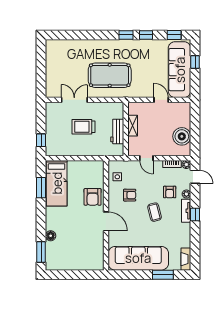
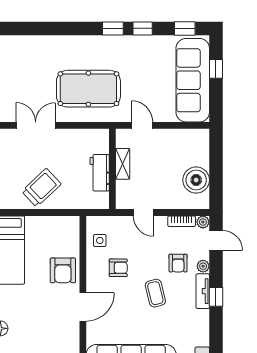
door: (161, 100) -> (142, 125), moved
trolley: (83, 127) -> (41, 188), moved, turned 137
door: (106, 221) -> (83, 307), hinge flipped

